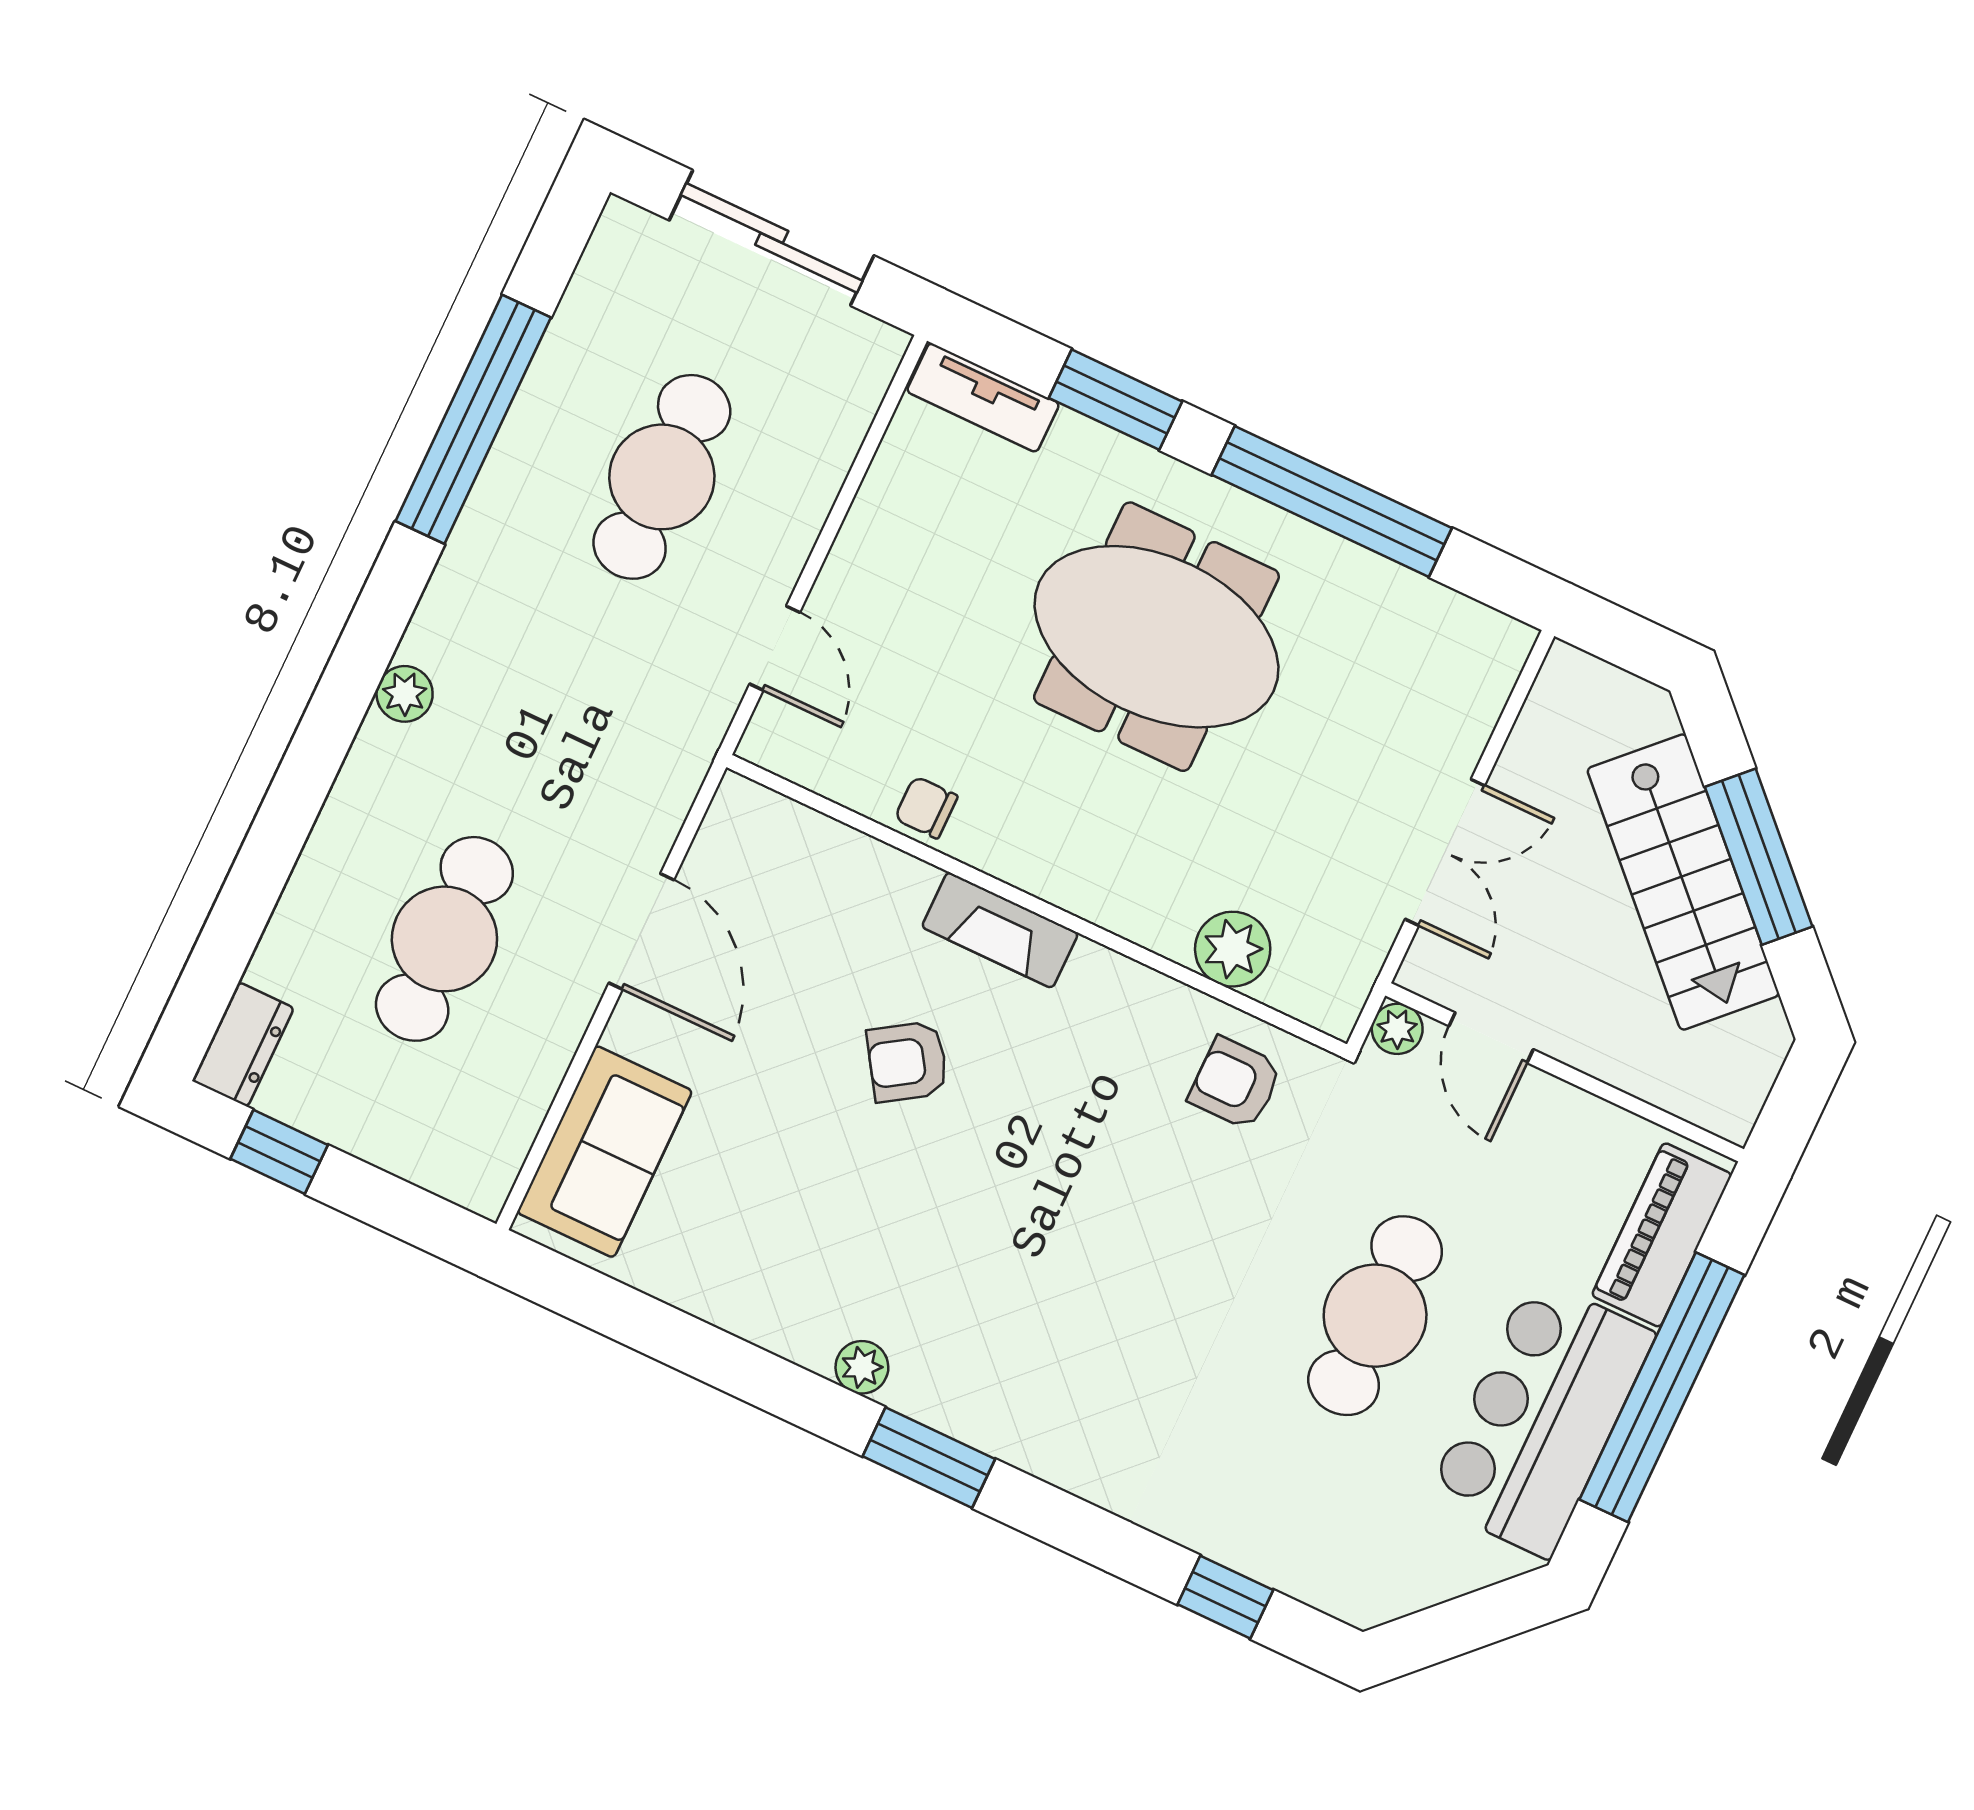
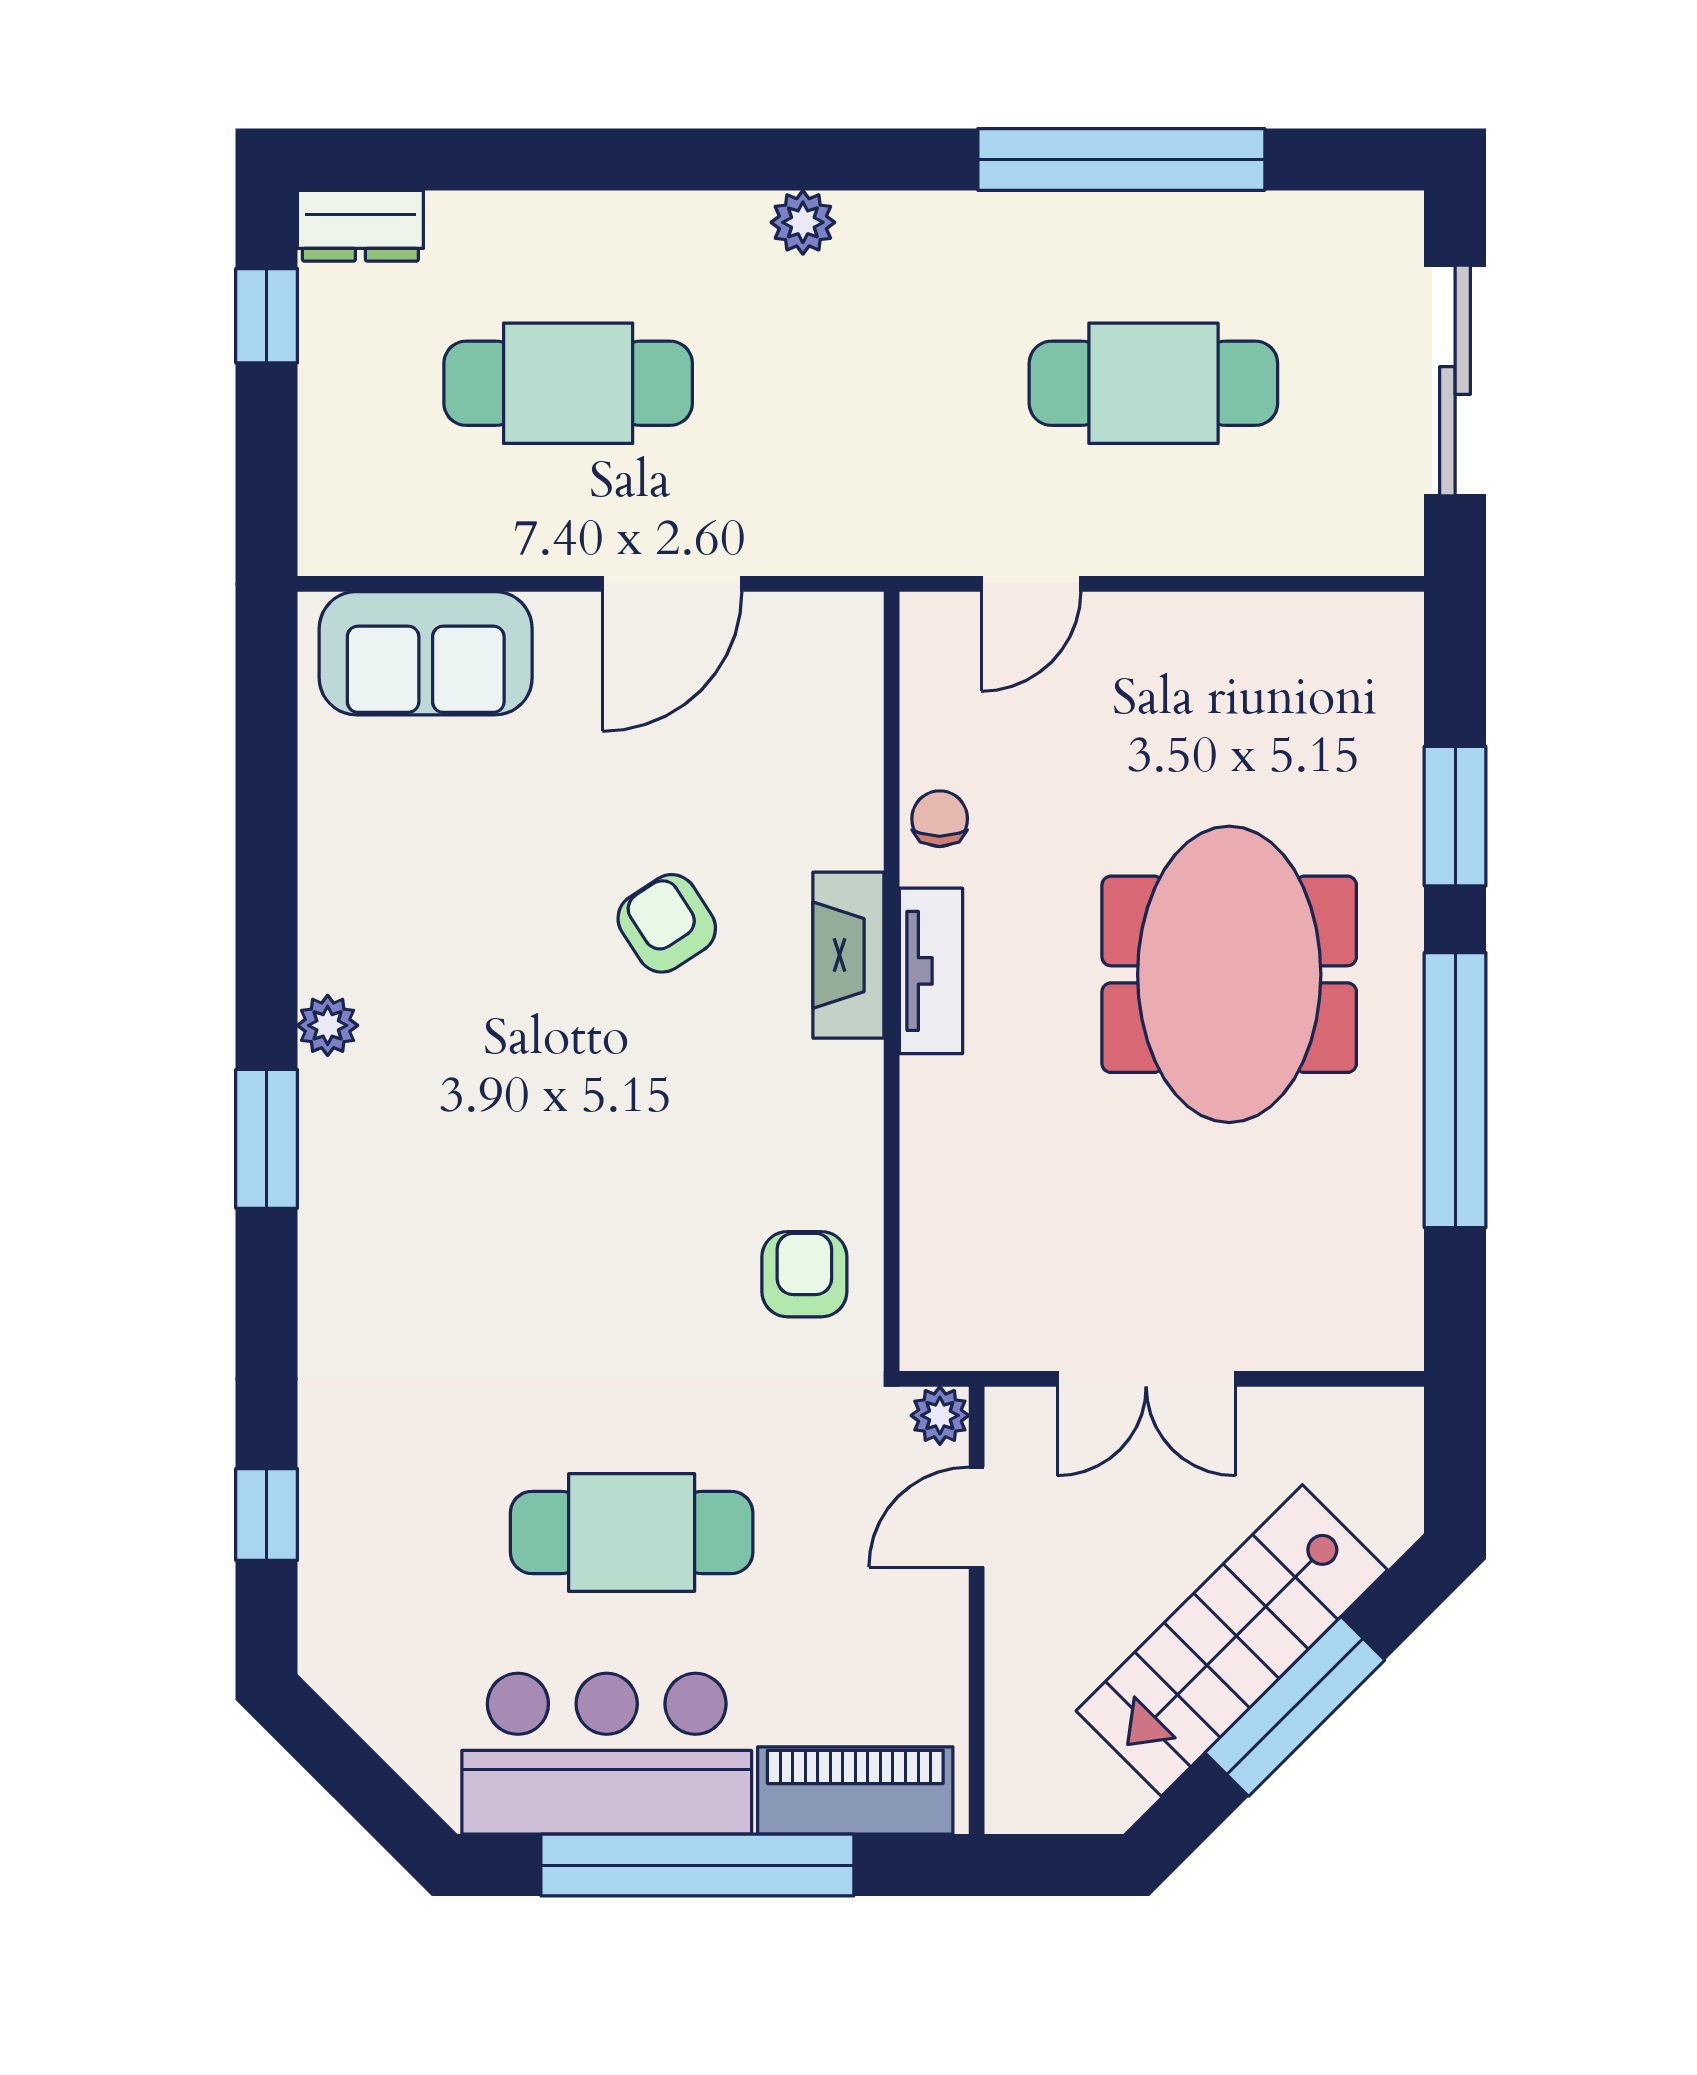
tv unit: (983, 398) -> (931, 971), moved, turned 180
plant: (1233, 949) -> (942, 1206), removed

